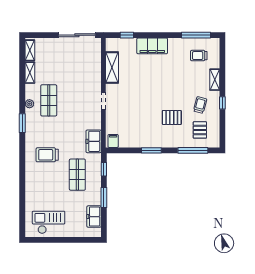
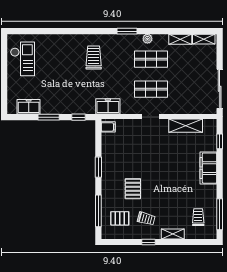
shop shelf: (77, 175) -> (151, 89), moved

